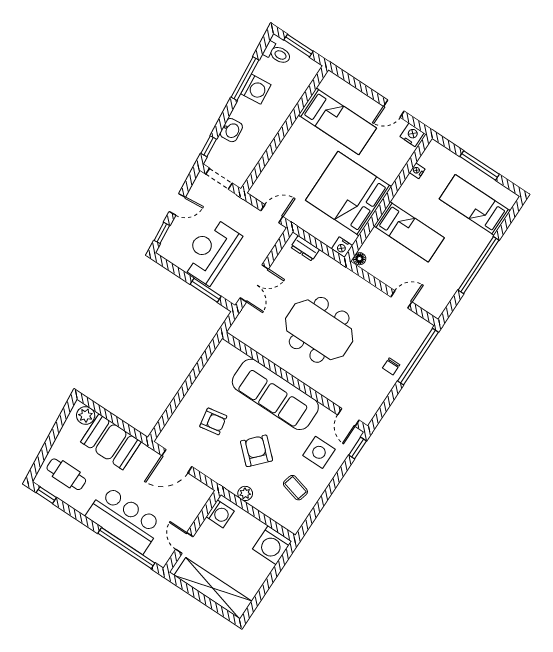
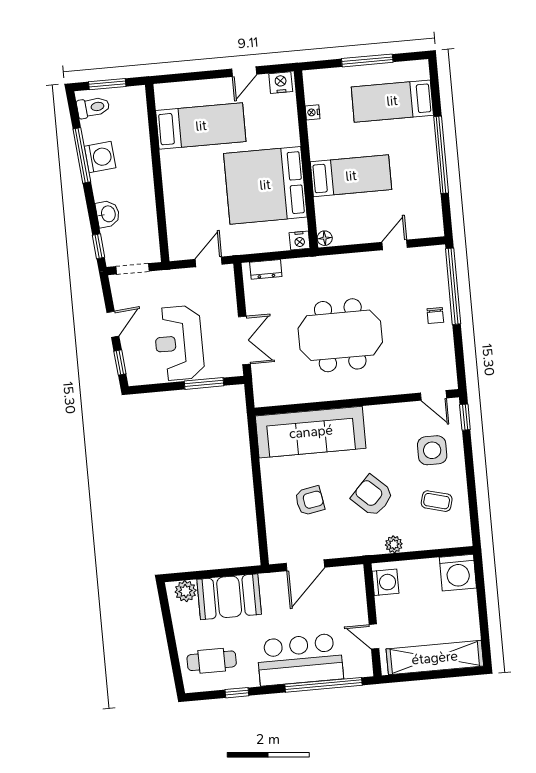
sofa: (275, 394) -> (311, 432), moved
window: (46, 495) -> (237, 693), moved

